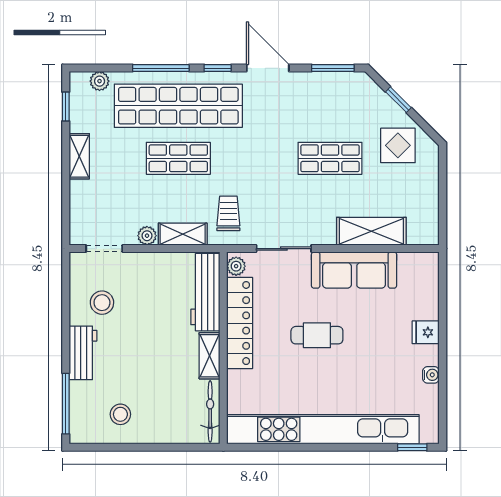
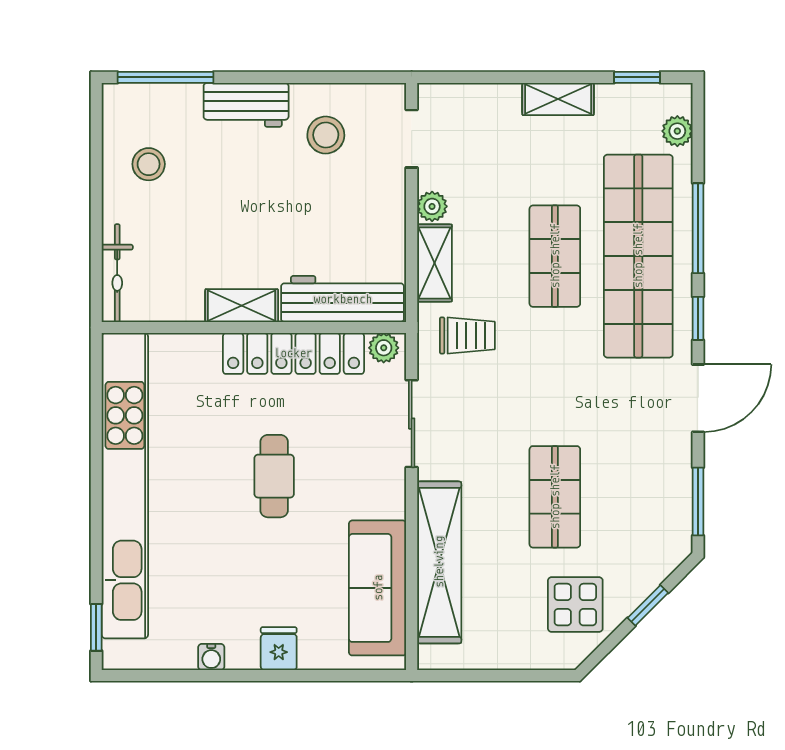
shelving: (371, 231) -> (439, 562), width x1.47
sofa: (354, 270) -> (378, 588), moved
bicycle: (210, 411) -> (117, 273), moved, turned 90

